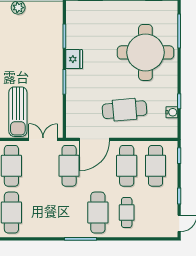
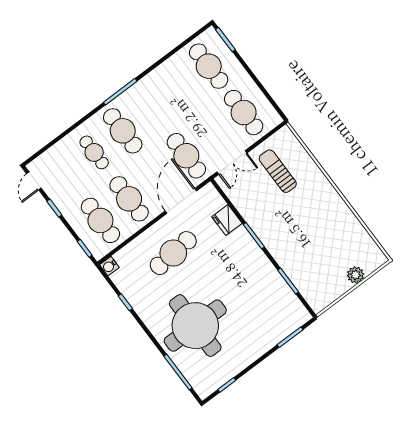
fridge: (74, 59) -> (227, 220), moved
sun lounger: (18, 112) -> (278, 171), width x0.73, depth x0.75
water cooler: (172, 112) -> (109, 266), moved

